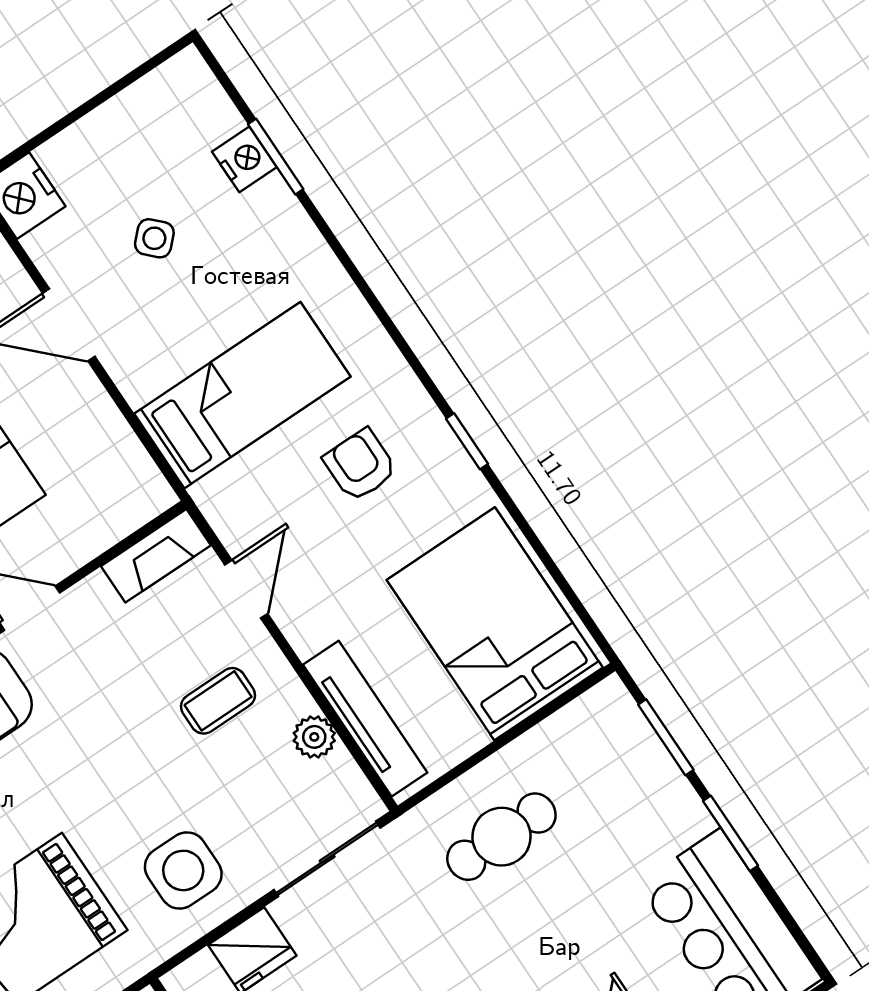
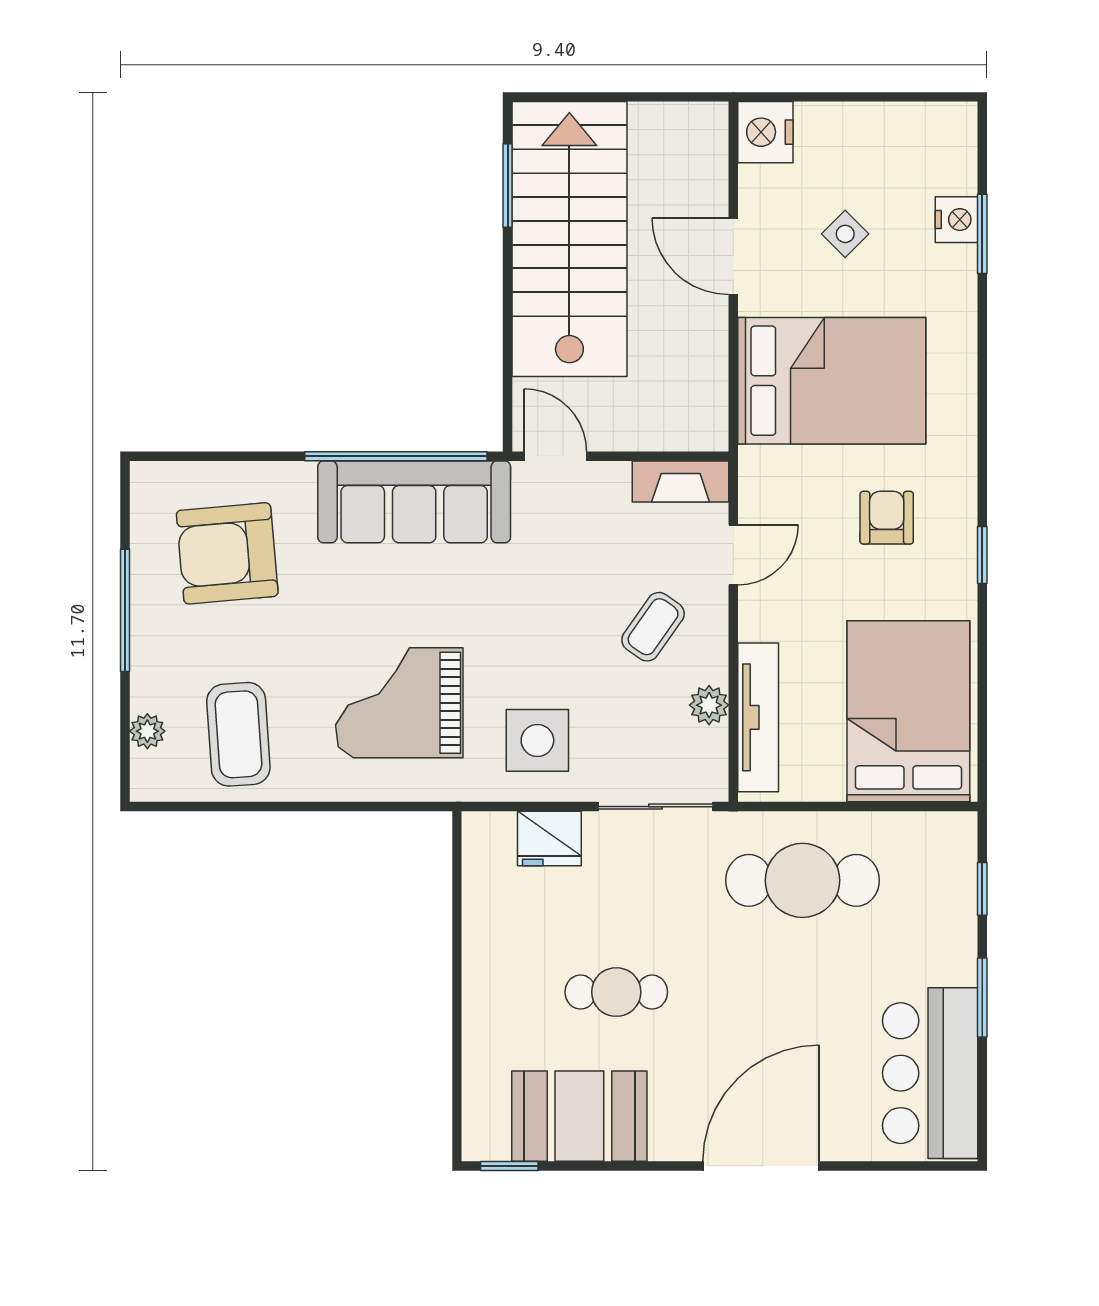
bed: (242, 395) -> (832, 381), width x1.50
coffee table: (218, 701) -> (653, 627), turned -55
window: (666, 737) -> (982, 889), width x0.67
cafe table: (501, 837) -> (802, 880), width x1.37, depth x1.35

